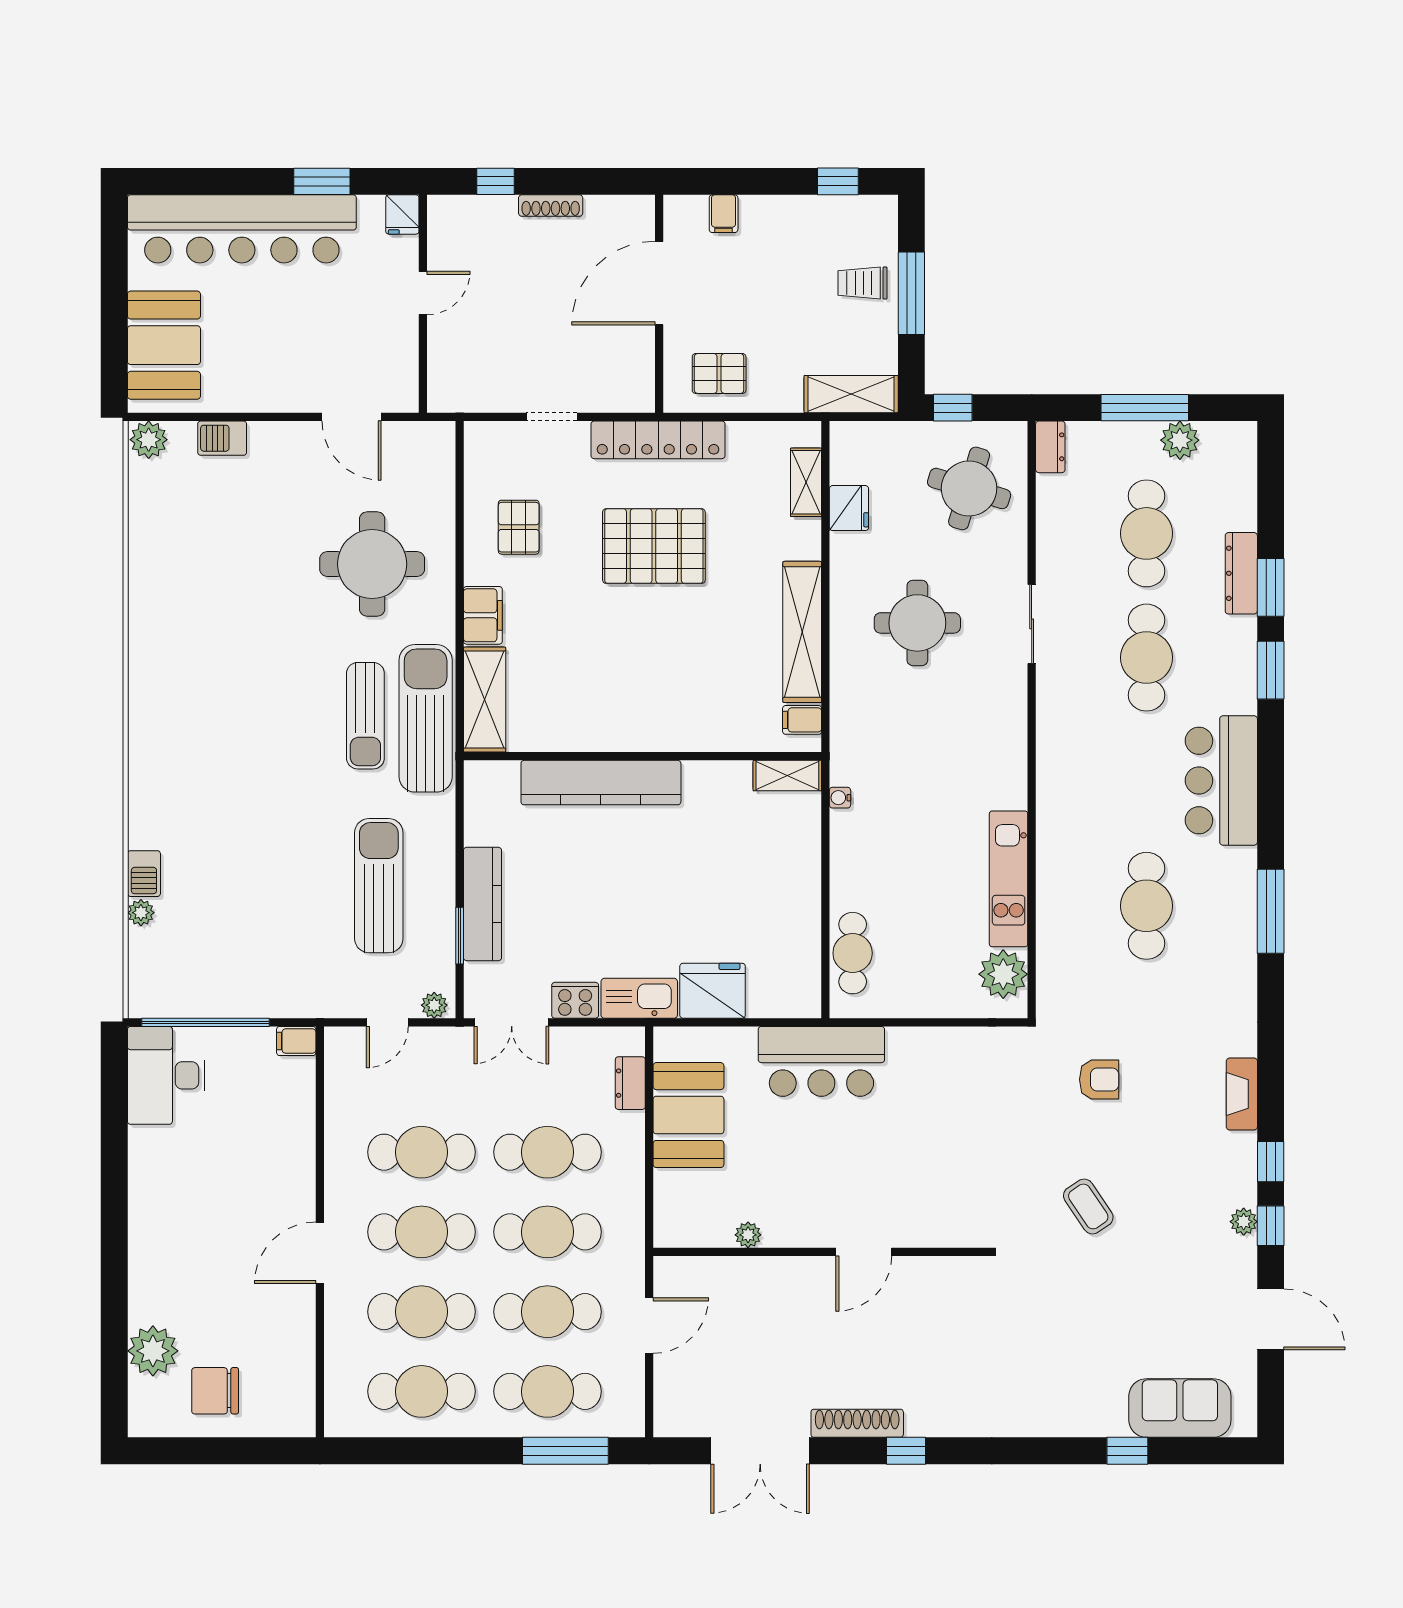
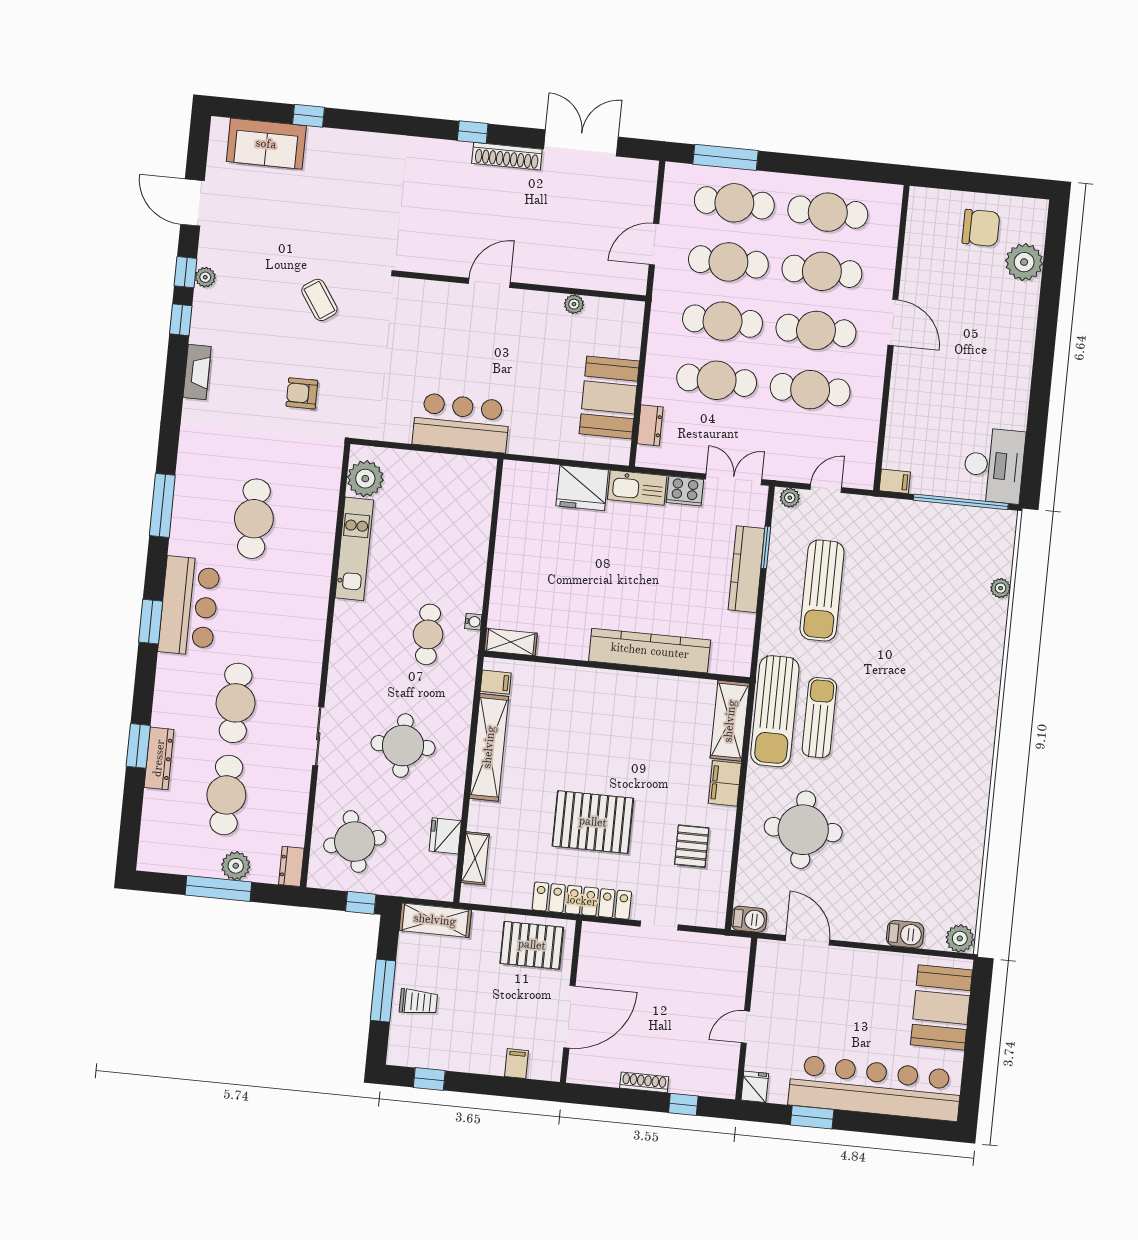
pallet: (719, 373) -> (532, 945), width x1.50, depth x1.42
plant: (1180, 440) -> (236, 866), moved
round table: (969, 488) -> (355, 842), turned -32
window: (1271, 670) -> (151, 622), moved
barbecue: (144, 874) -> (749, 919), moved, turned 90
cafe table: (853, 953) -> (428, 634), moved
bar counter: (821, 1061) -> (461, 423), moved
door: (320, 1253) -> (893, 322), hinge flipped

